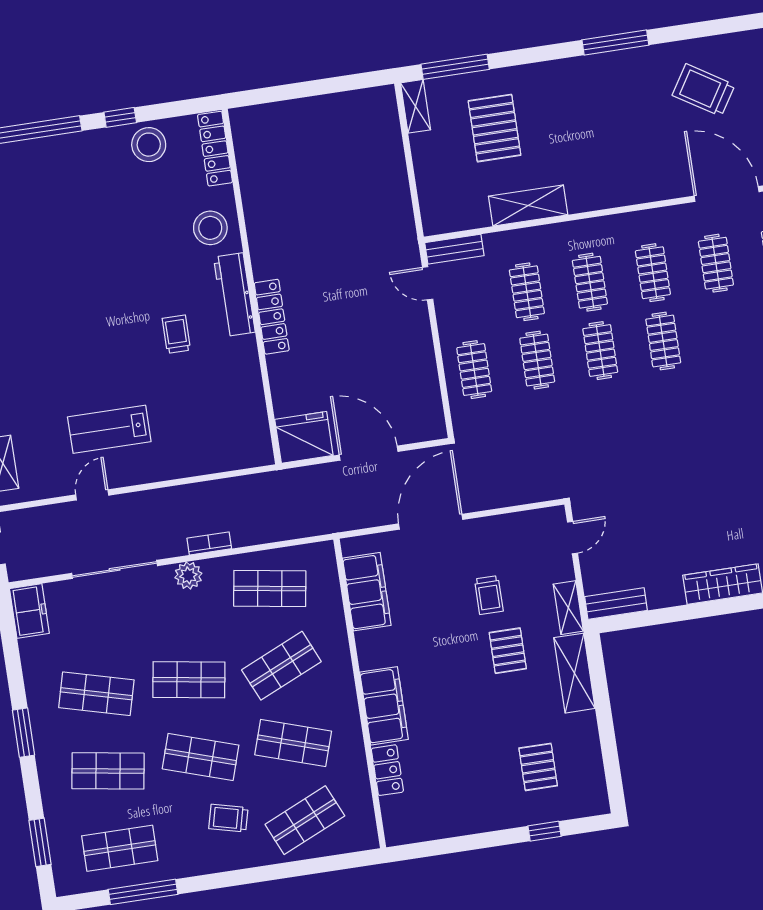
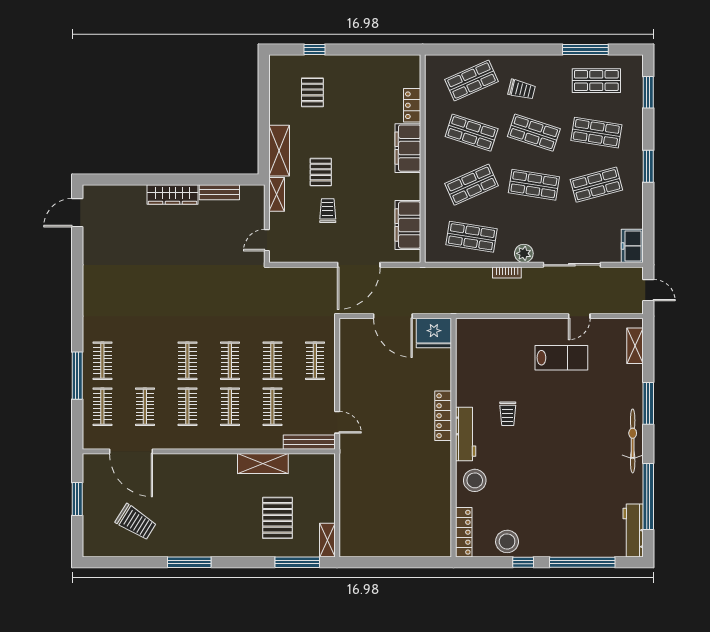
bench: (454, 249) -> (309, 442), width x1.36
bench: (616, 604) -> (219, 192), moved
shop shelf: (96, 694) -> (596, 185), turned -30

